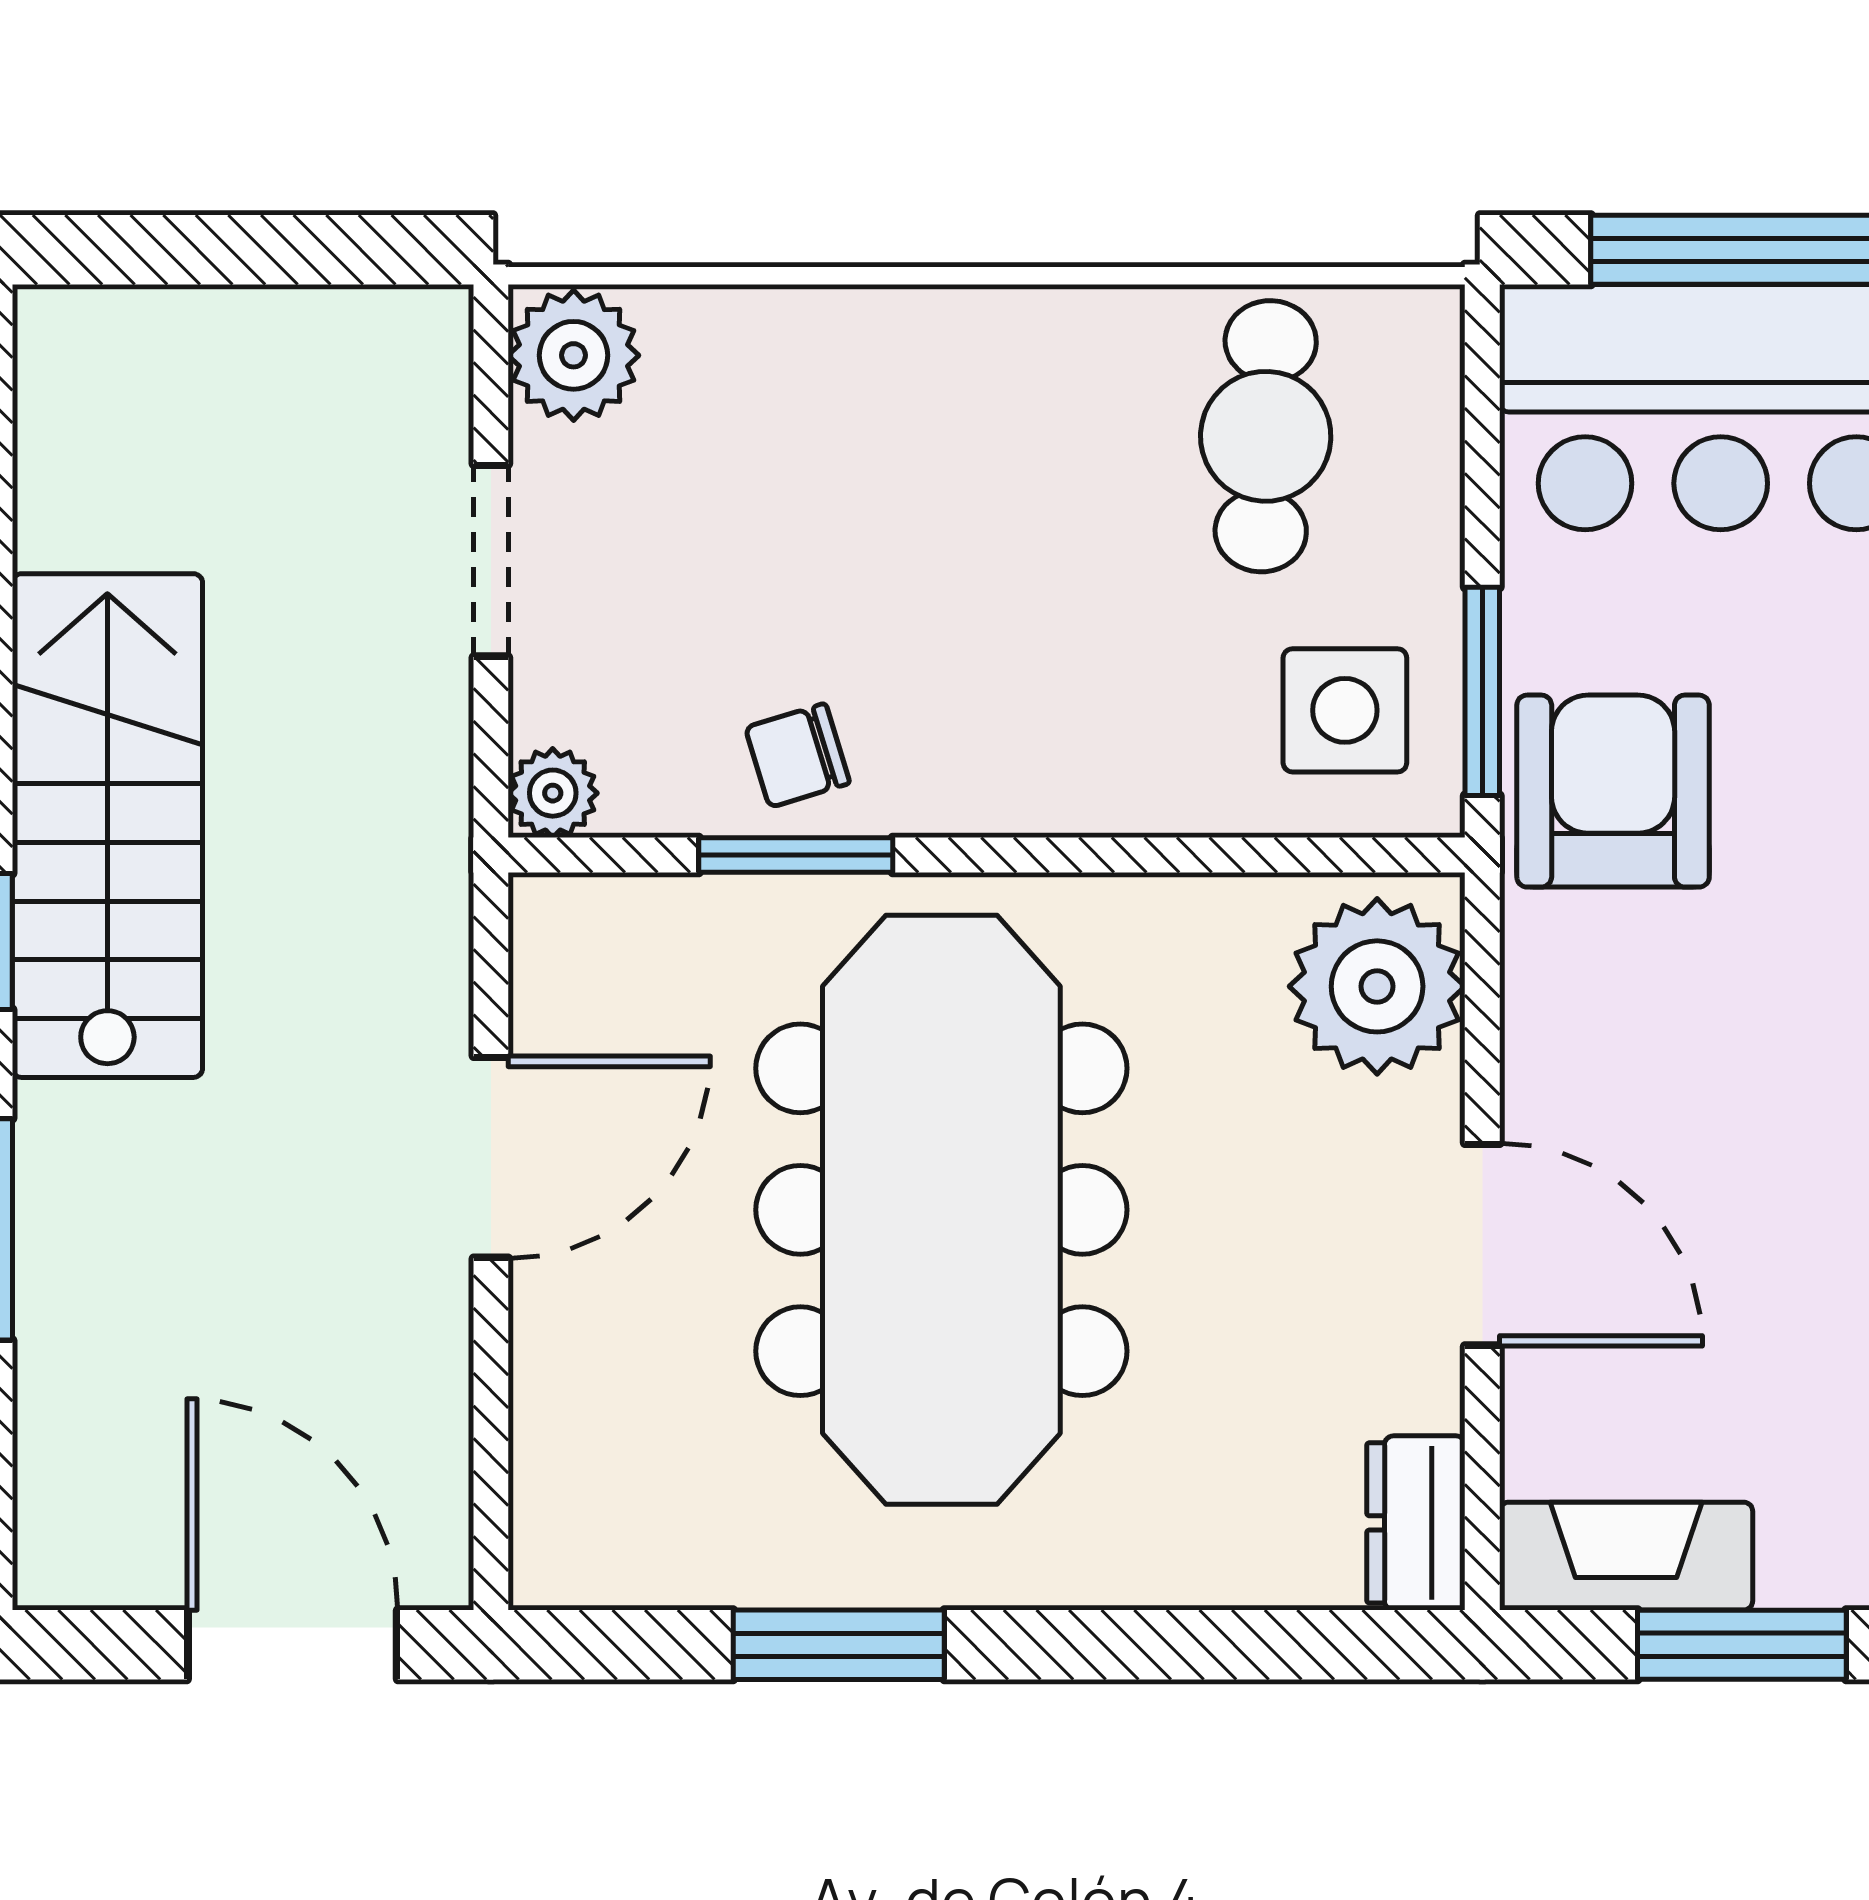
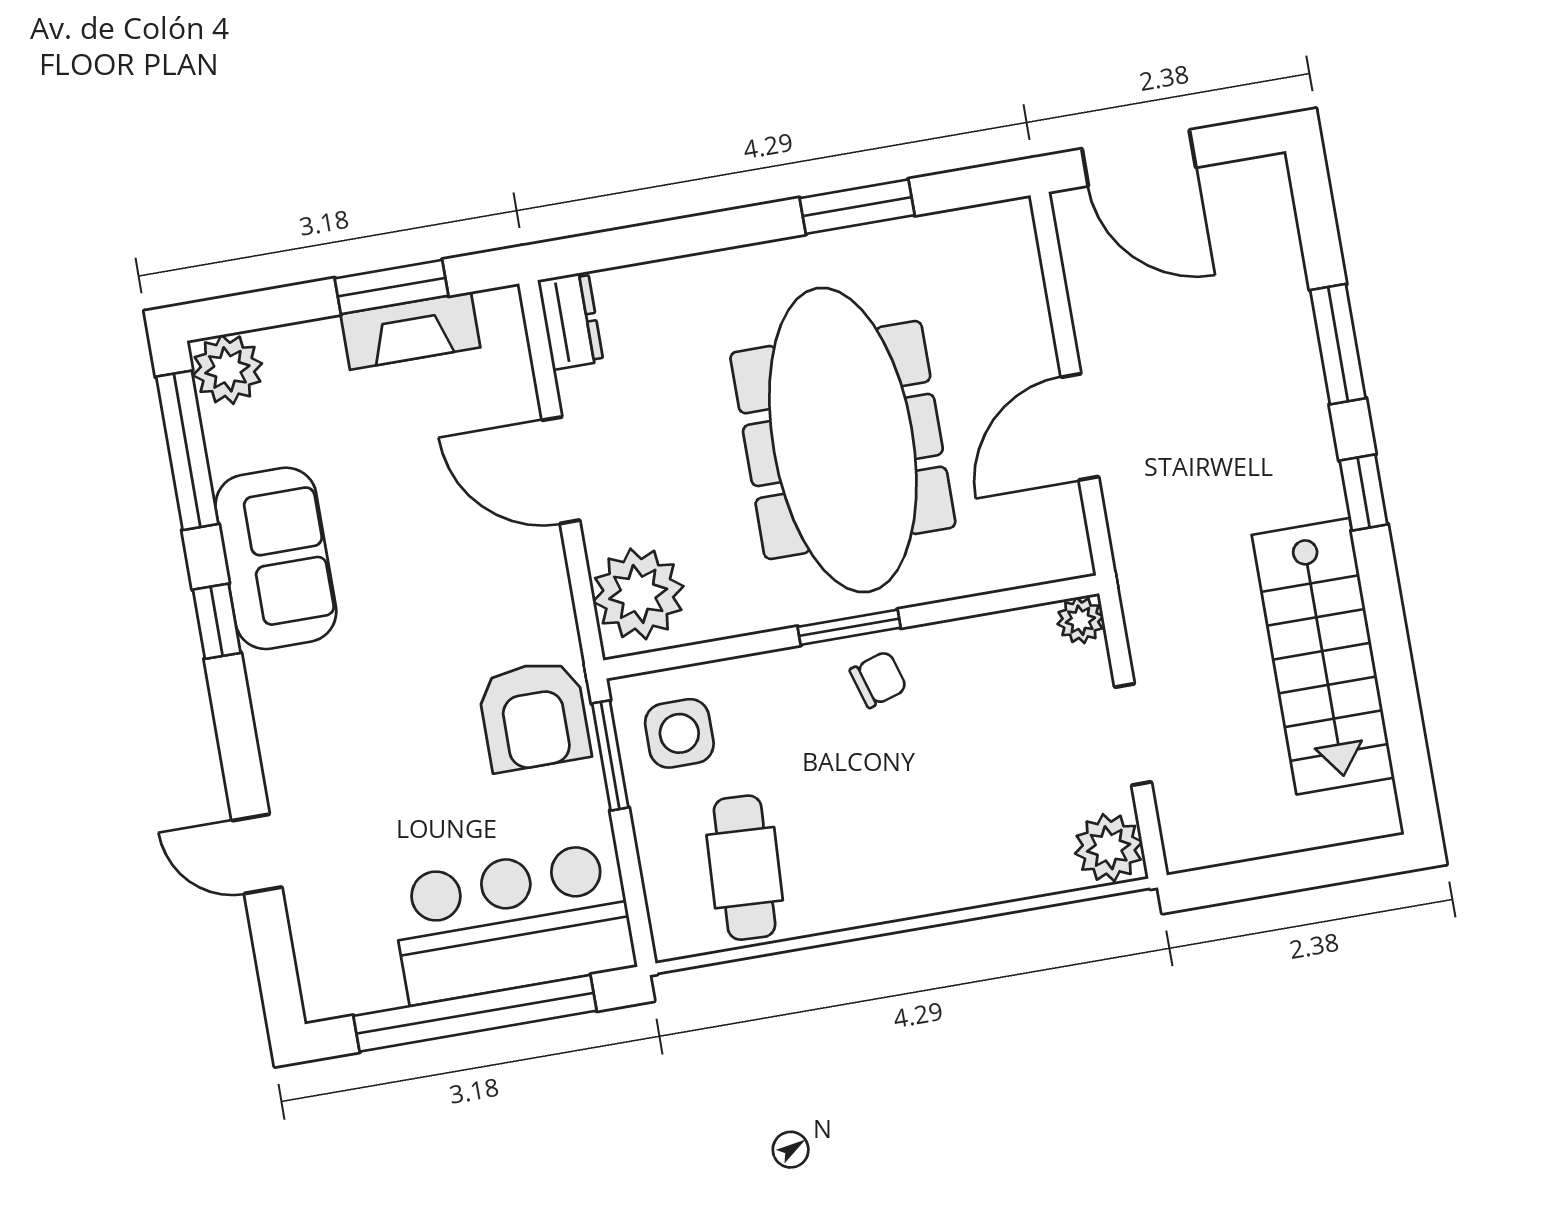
chair: (797, 755) -> (878, 679), moved
stairs: (107, 826) -> (1323, 656), moved
window: (796, 855) -> (849, 627), moved
fireplace: (1626, 1556) -> (410, 331), moved

